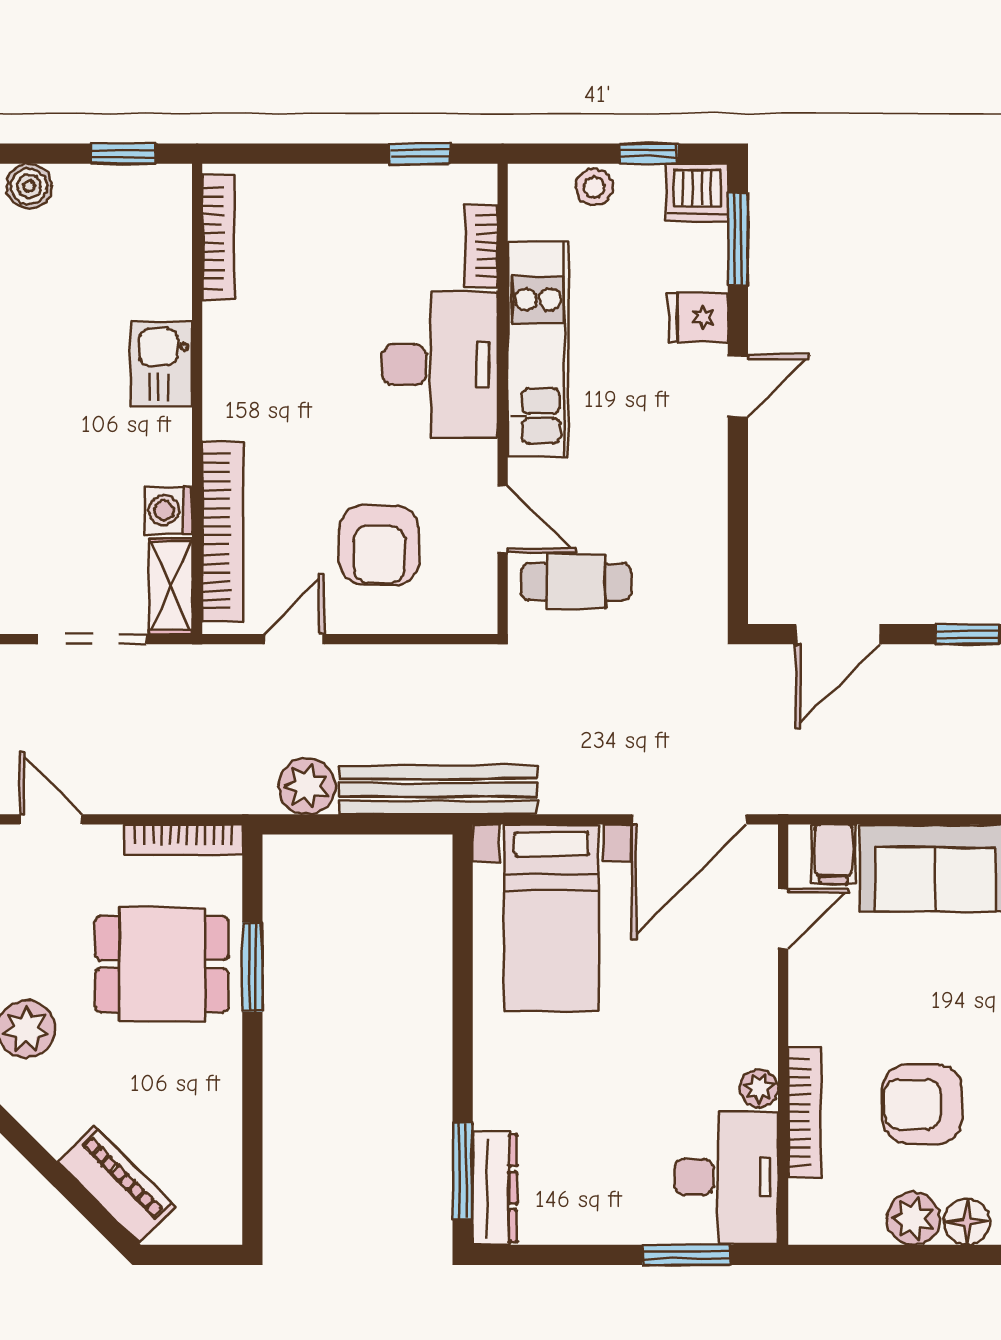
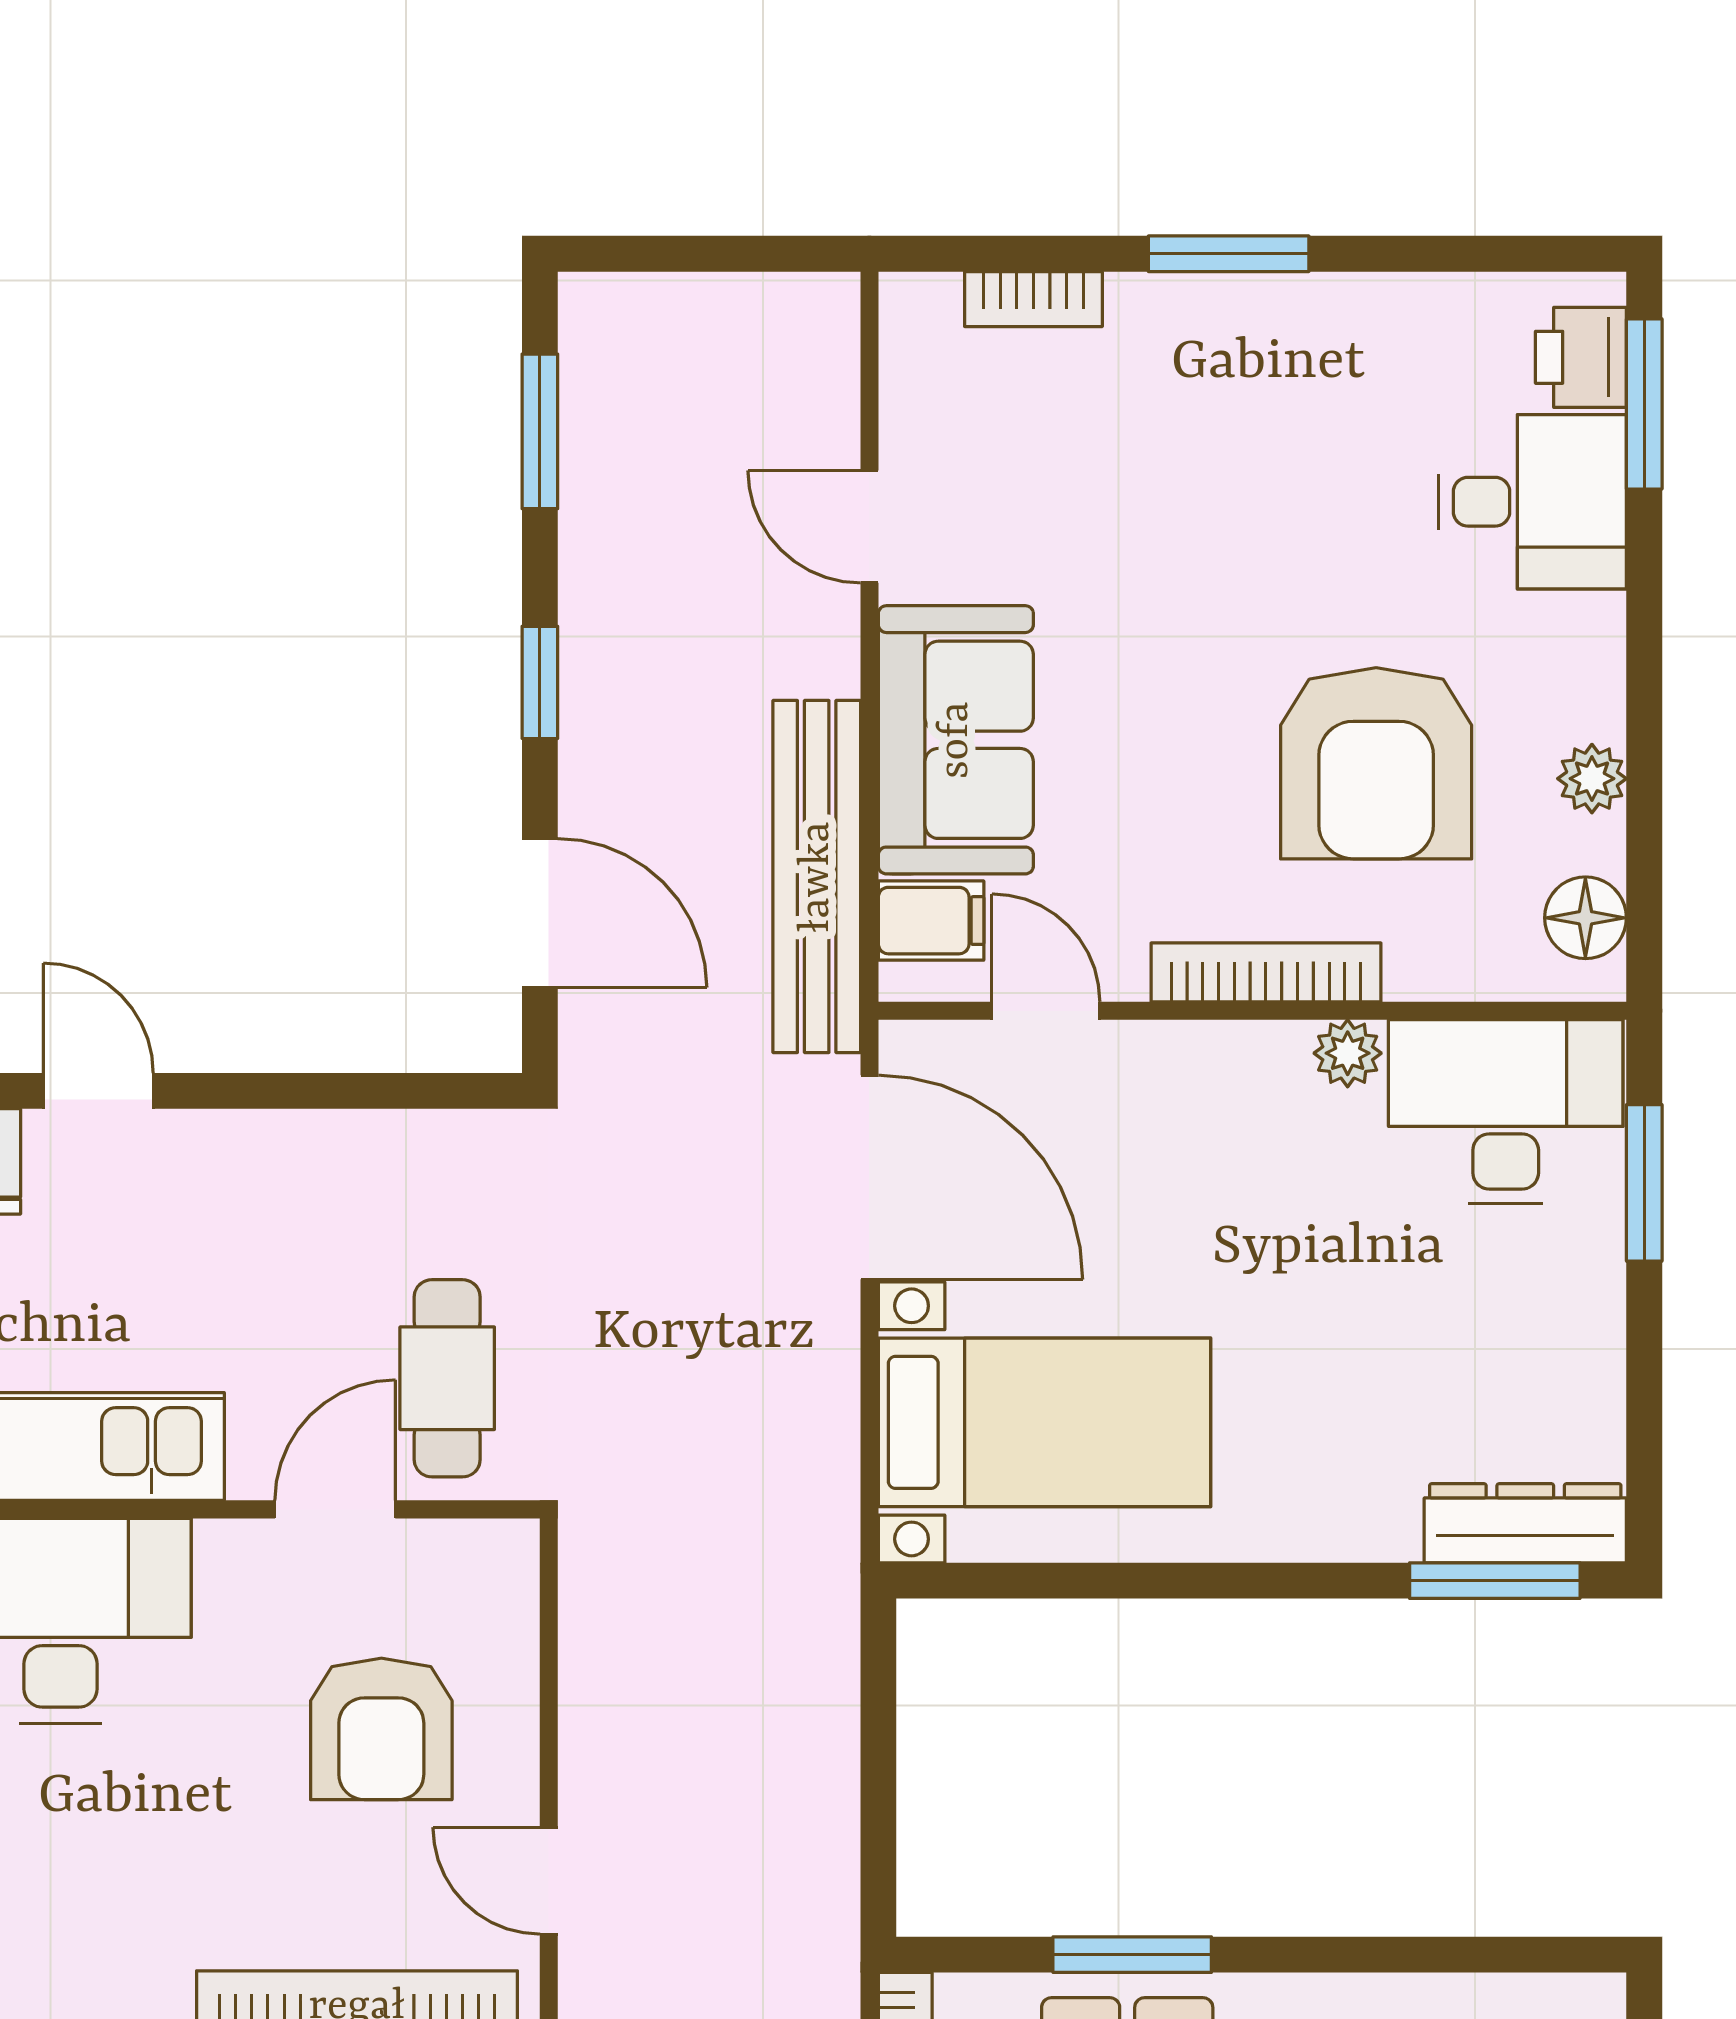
armchair: (379, 545) -> (381, 1729), turned 90
plant: (307, 786) -> (810, 1858), removed
bench: (438, 790) -> (817, 877), moved
armchair: (922, 1104) -> (1376, 763), width x1.36, depth x1.36
bookcase: (805, 1112) -> (1266, 972), moved
plant: (914, 1218) -> (1592, 779), width x0.73, depth x0.73
floor lamp: (967, 1222) -> (1585, 918), moved

